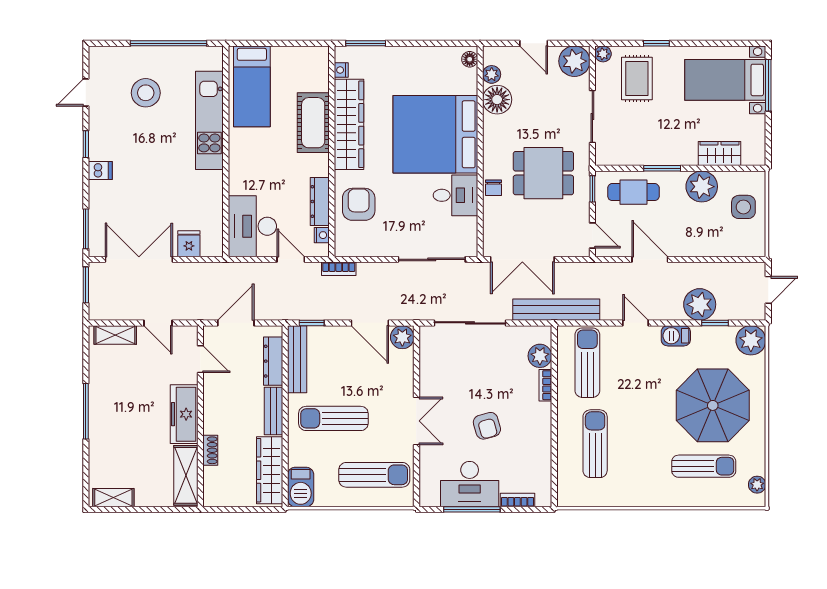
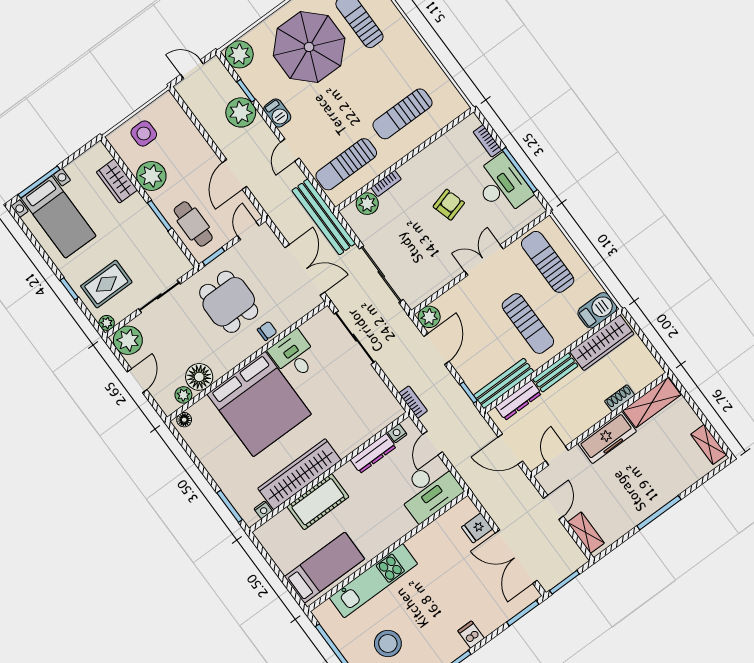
armchair: (359, 204) -> (354, 423), removed

